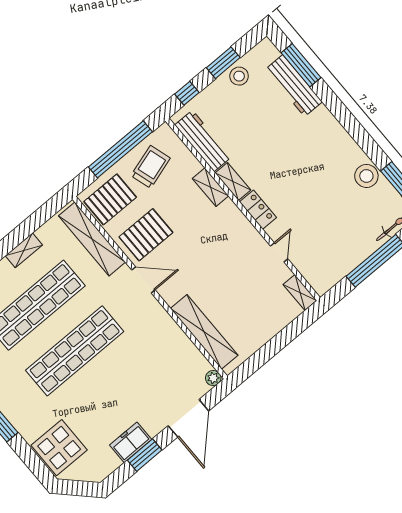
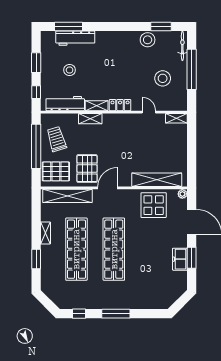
stool: (239, 76) -> (70, 70), moved
pallet: (110, 199) -> (56, 171), turned 90
stool: (335, 234) -> (163, 78), added
display table: (59, 448) -> (154, 205), moved

